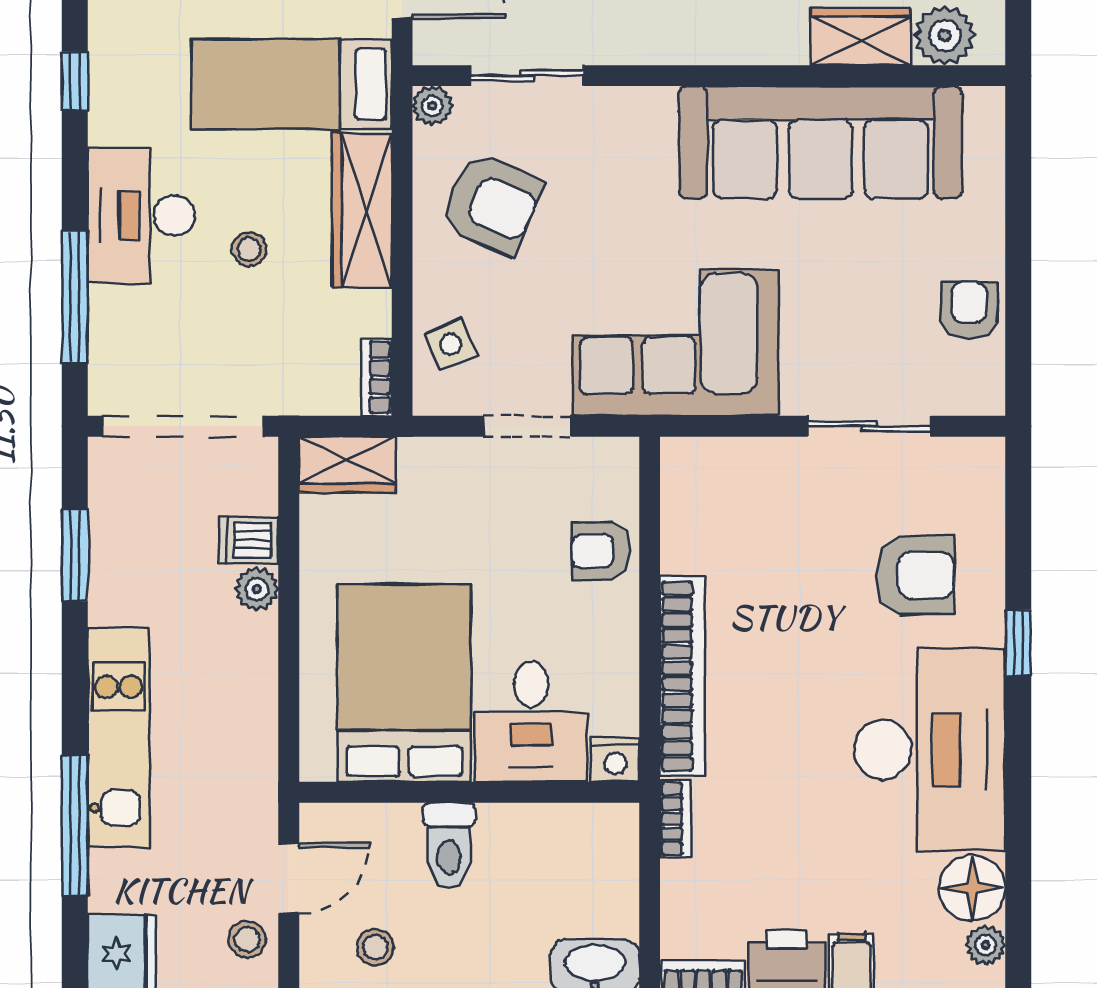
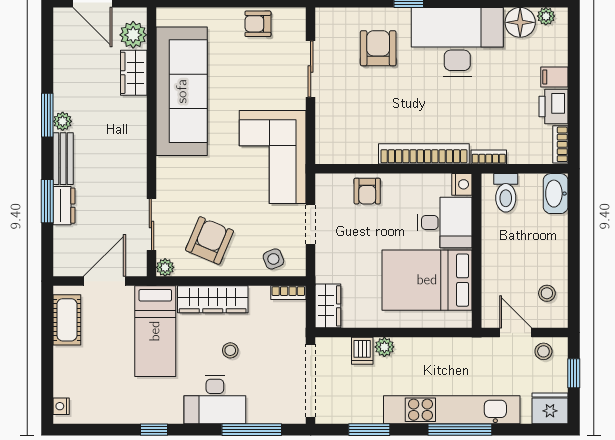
kitchen unit: (119, 737) -> (452, 410), width x1.36
window: (75, 826) -> (460, 430), moved
toilet: (449, 845) -> (506, 193), moved, turned 90

